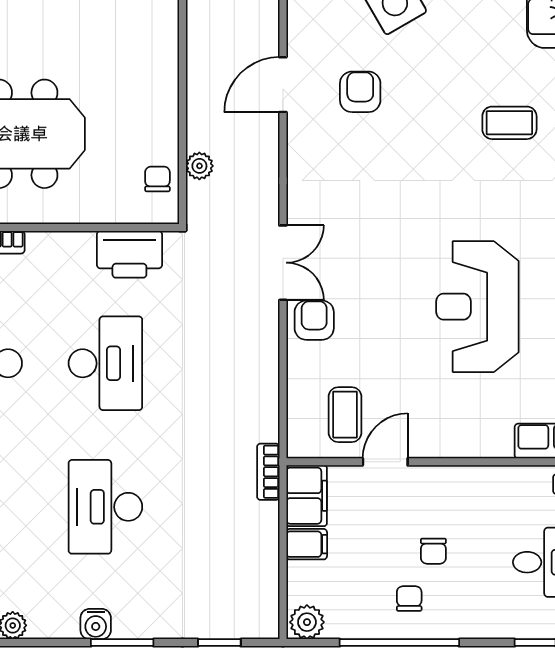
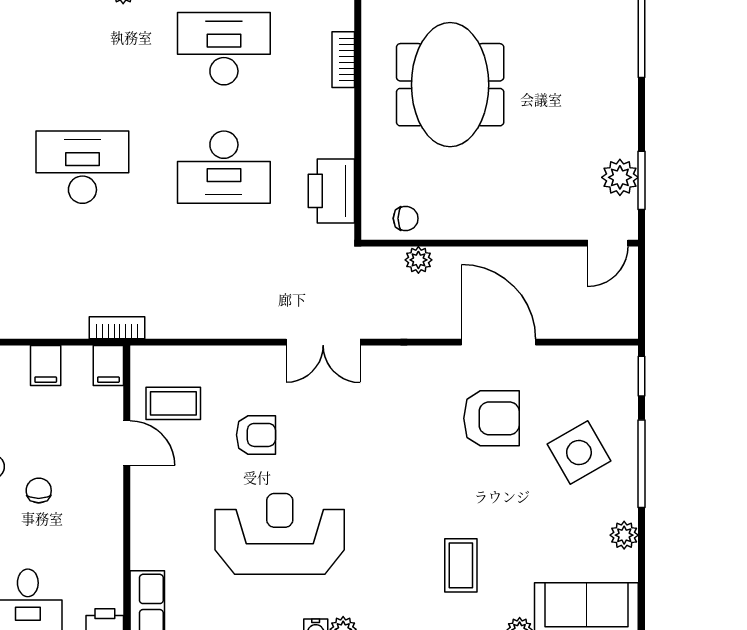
door: (283, 85) -> (499, 342), width x1.36
armchair: (360, 92) -> (491, 418), width x1.38, depth x1.38
armchair: (314, 320) -> (256, 435), moved
filing cabinet: (307, 496) -> (108, 366), width x0.50
chair: (433, 551) -> (39, 491), turned 90

